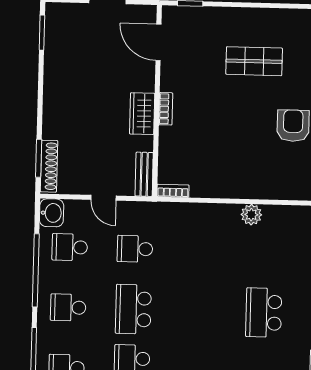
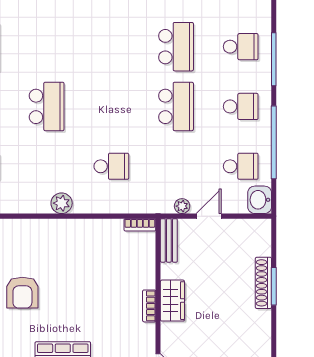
window: (39, 158) -> (274, 286), moved
shoe rack: (49, 166) -> (263, 283), moved
door: (103, 198) -> (209, 216), hinge flipped
plant: (130, 209) -> (182, 206), added
school desk: (135, 249) -> (111, 166), moved

